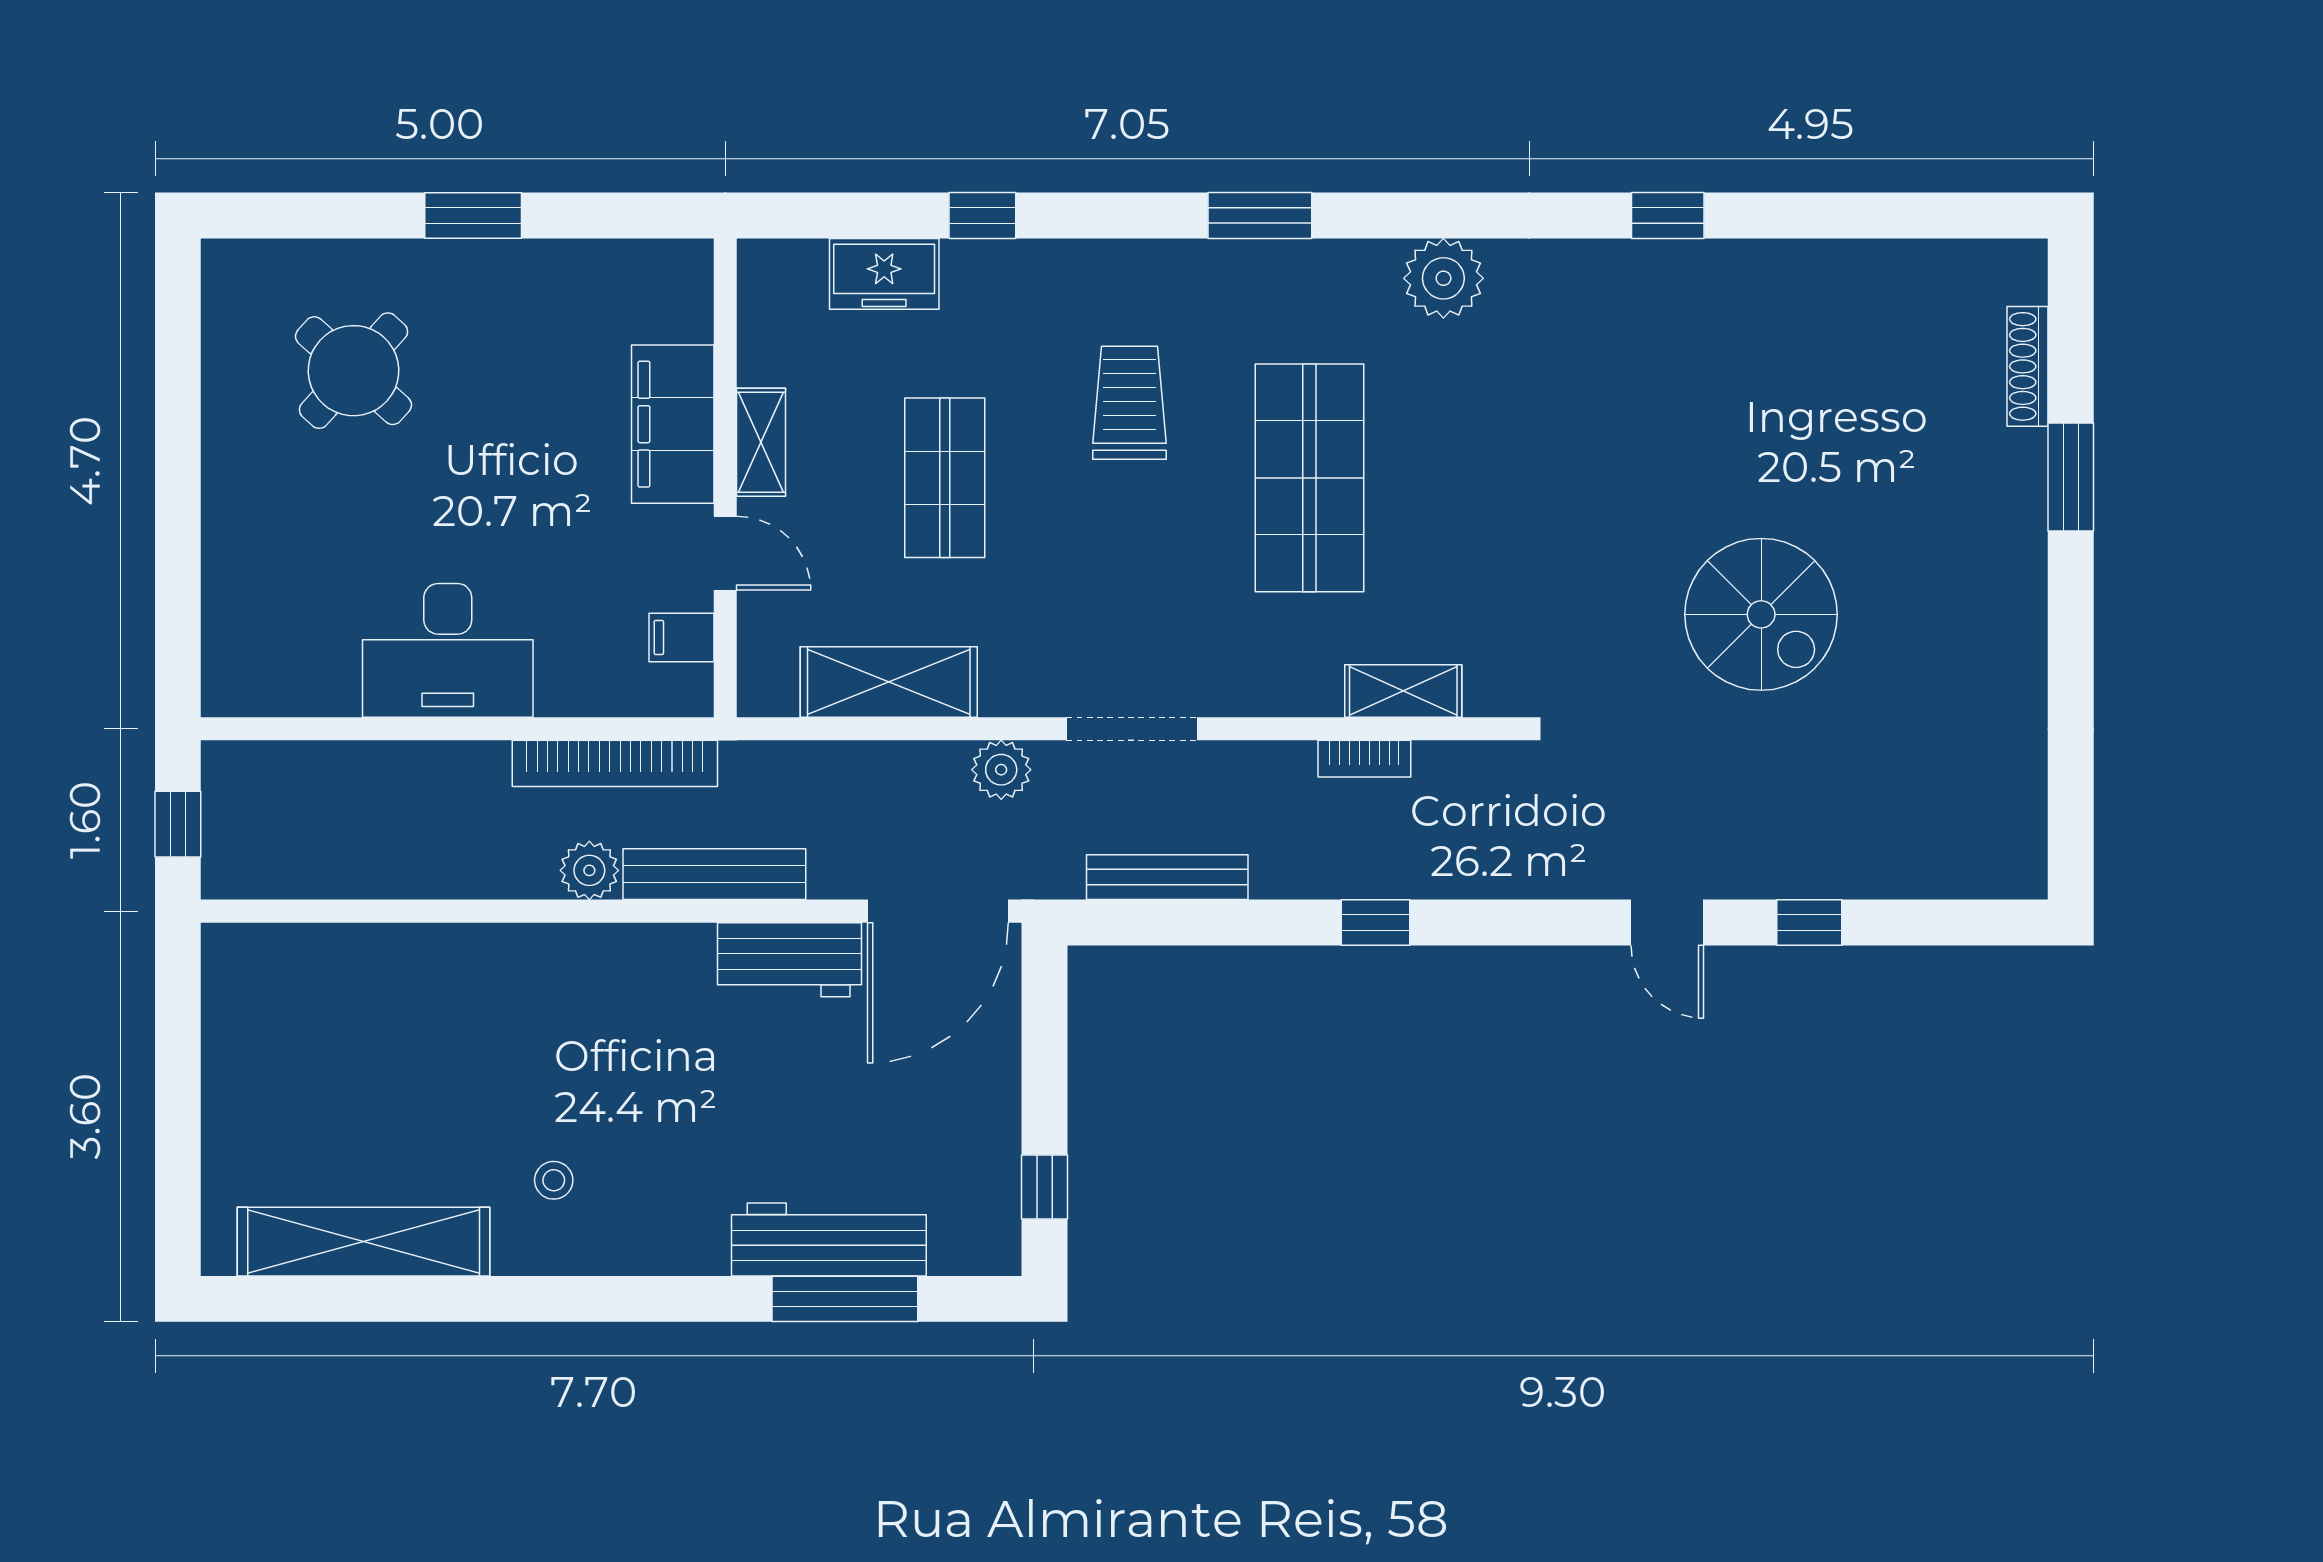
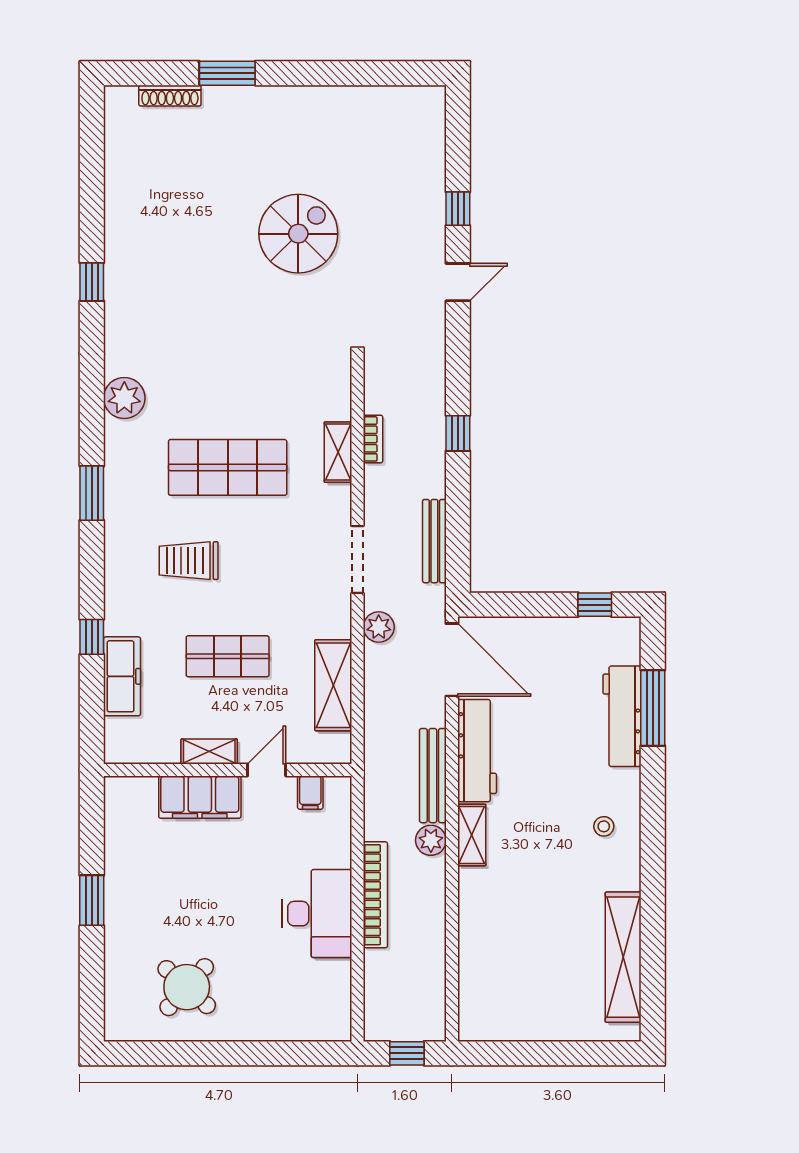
freezer: (884, 274) -> (122, 676), width x1.40
round table: (354, 371) -> (187, 987), moved
shelving: (1403, 691) -> (338, 452), moved
bookcase: (615, 763) -> (375, 895), moved
shelving: (599, 949) -> (472, 835), added
workbench: (789, 960) -> (477, 751), width x1.38
stool: (554, 1180) -> (604, 826), moved

